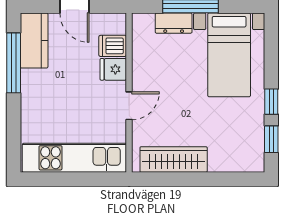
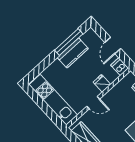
kitchen counter: (34, 40) -> (73, 53), moved
dishwasher: (113, 46) -> (120, 67), moved

